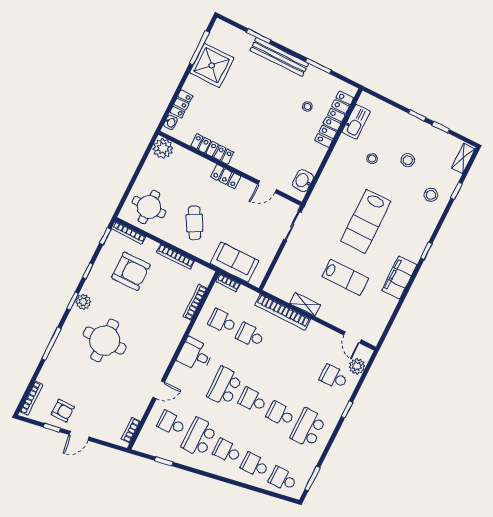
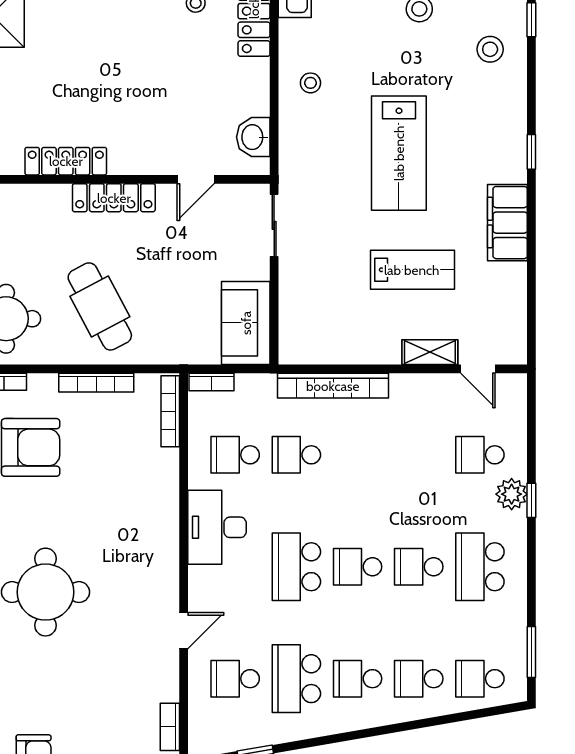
stool: (372, 159) -> (310, 83), moved
locker: (226, 177) -> (114, 198), width x1.53
cafe table: (195, 223) -> (100, 306), width x1.37, depth x1.35
sofa: (234, 262) -> (246, 323), moved, turned -90
bookcase: (195, 302) -> (170, 411), moved
shelving: (305, 304) -> (430, 352), moved
desk: (195, 355) -> (217, 527), width x1.37
plant: (357, 366) -> (512, 494), moved

